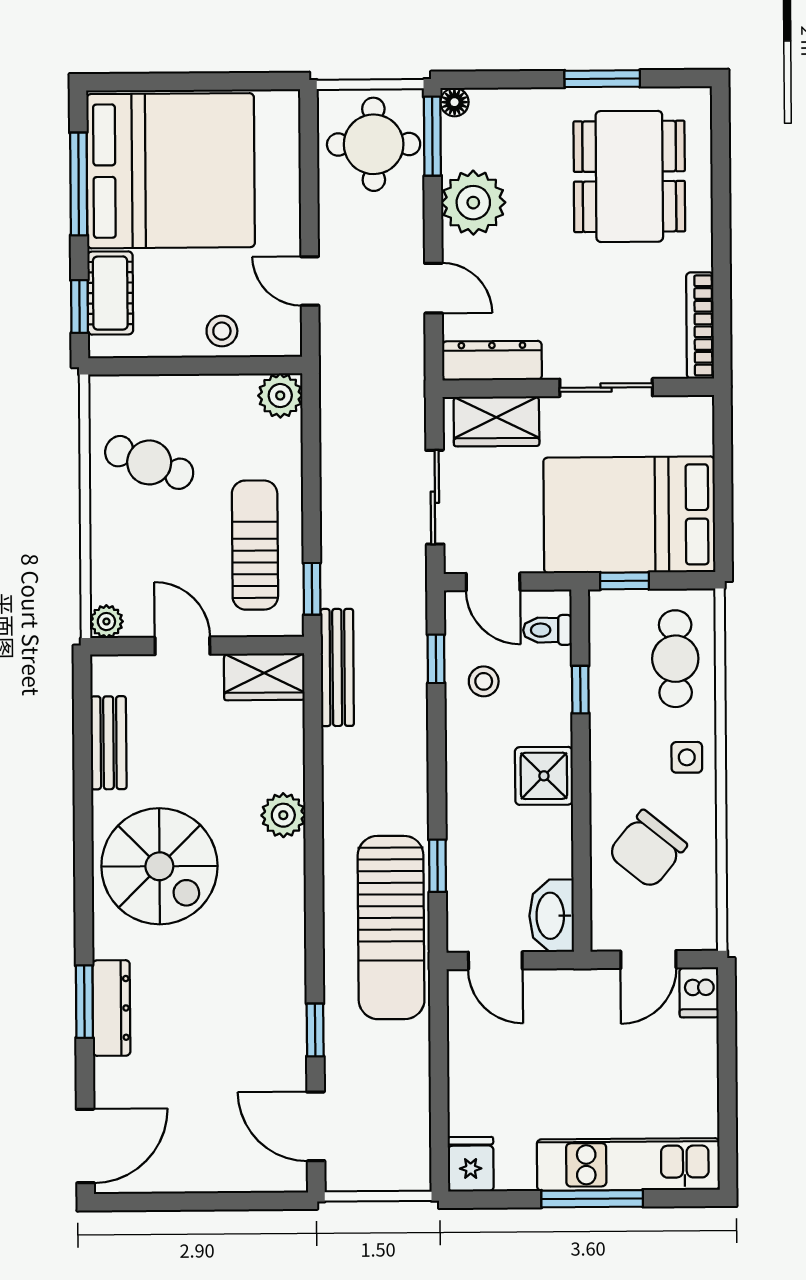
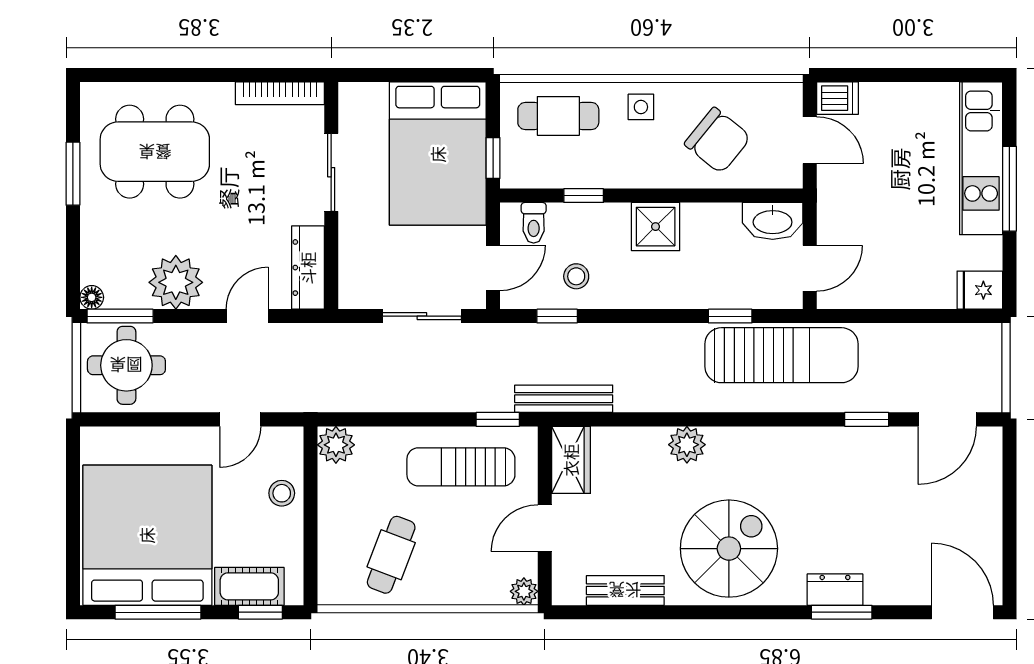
wardrobe: (496, 421) -> (359, 264), removed
dresser: (111, 1008) -> (835, 590), width x0.70

